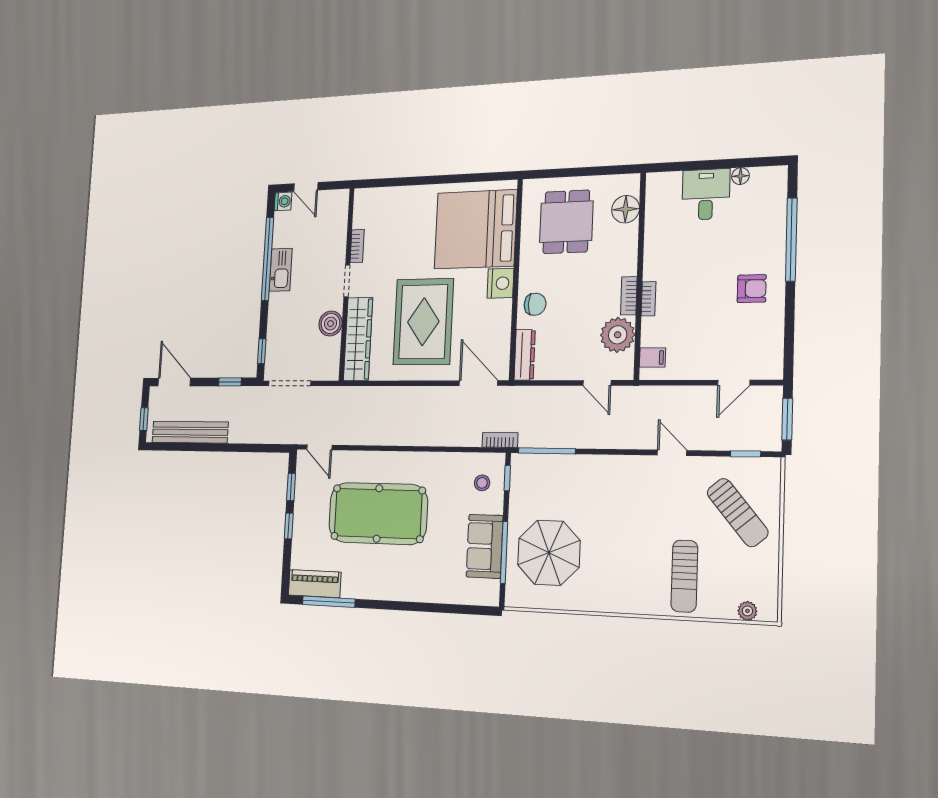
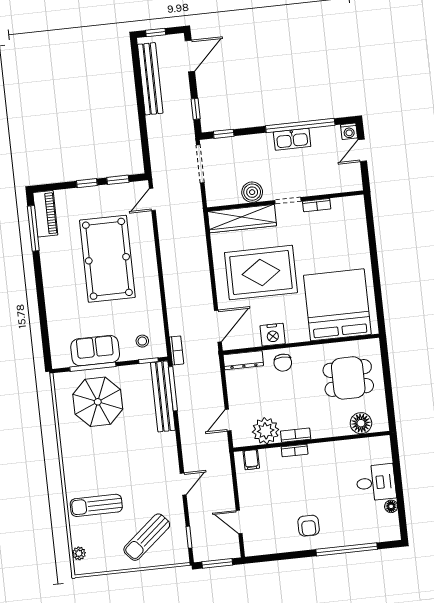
nightstand: (500, 283) -> (273, 335), moved
bench: (554, 465) -> (163, 396), added

